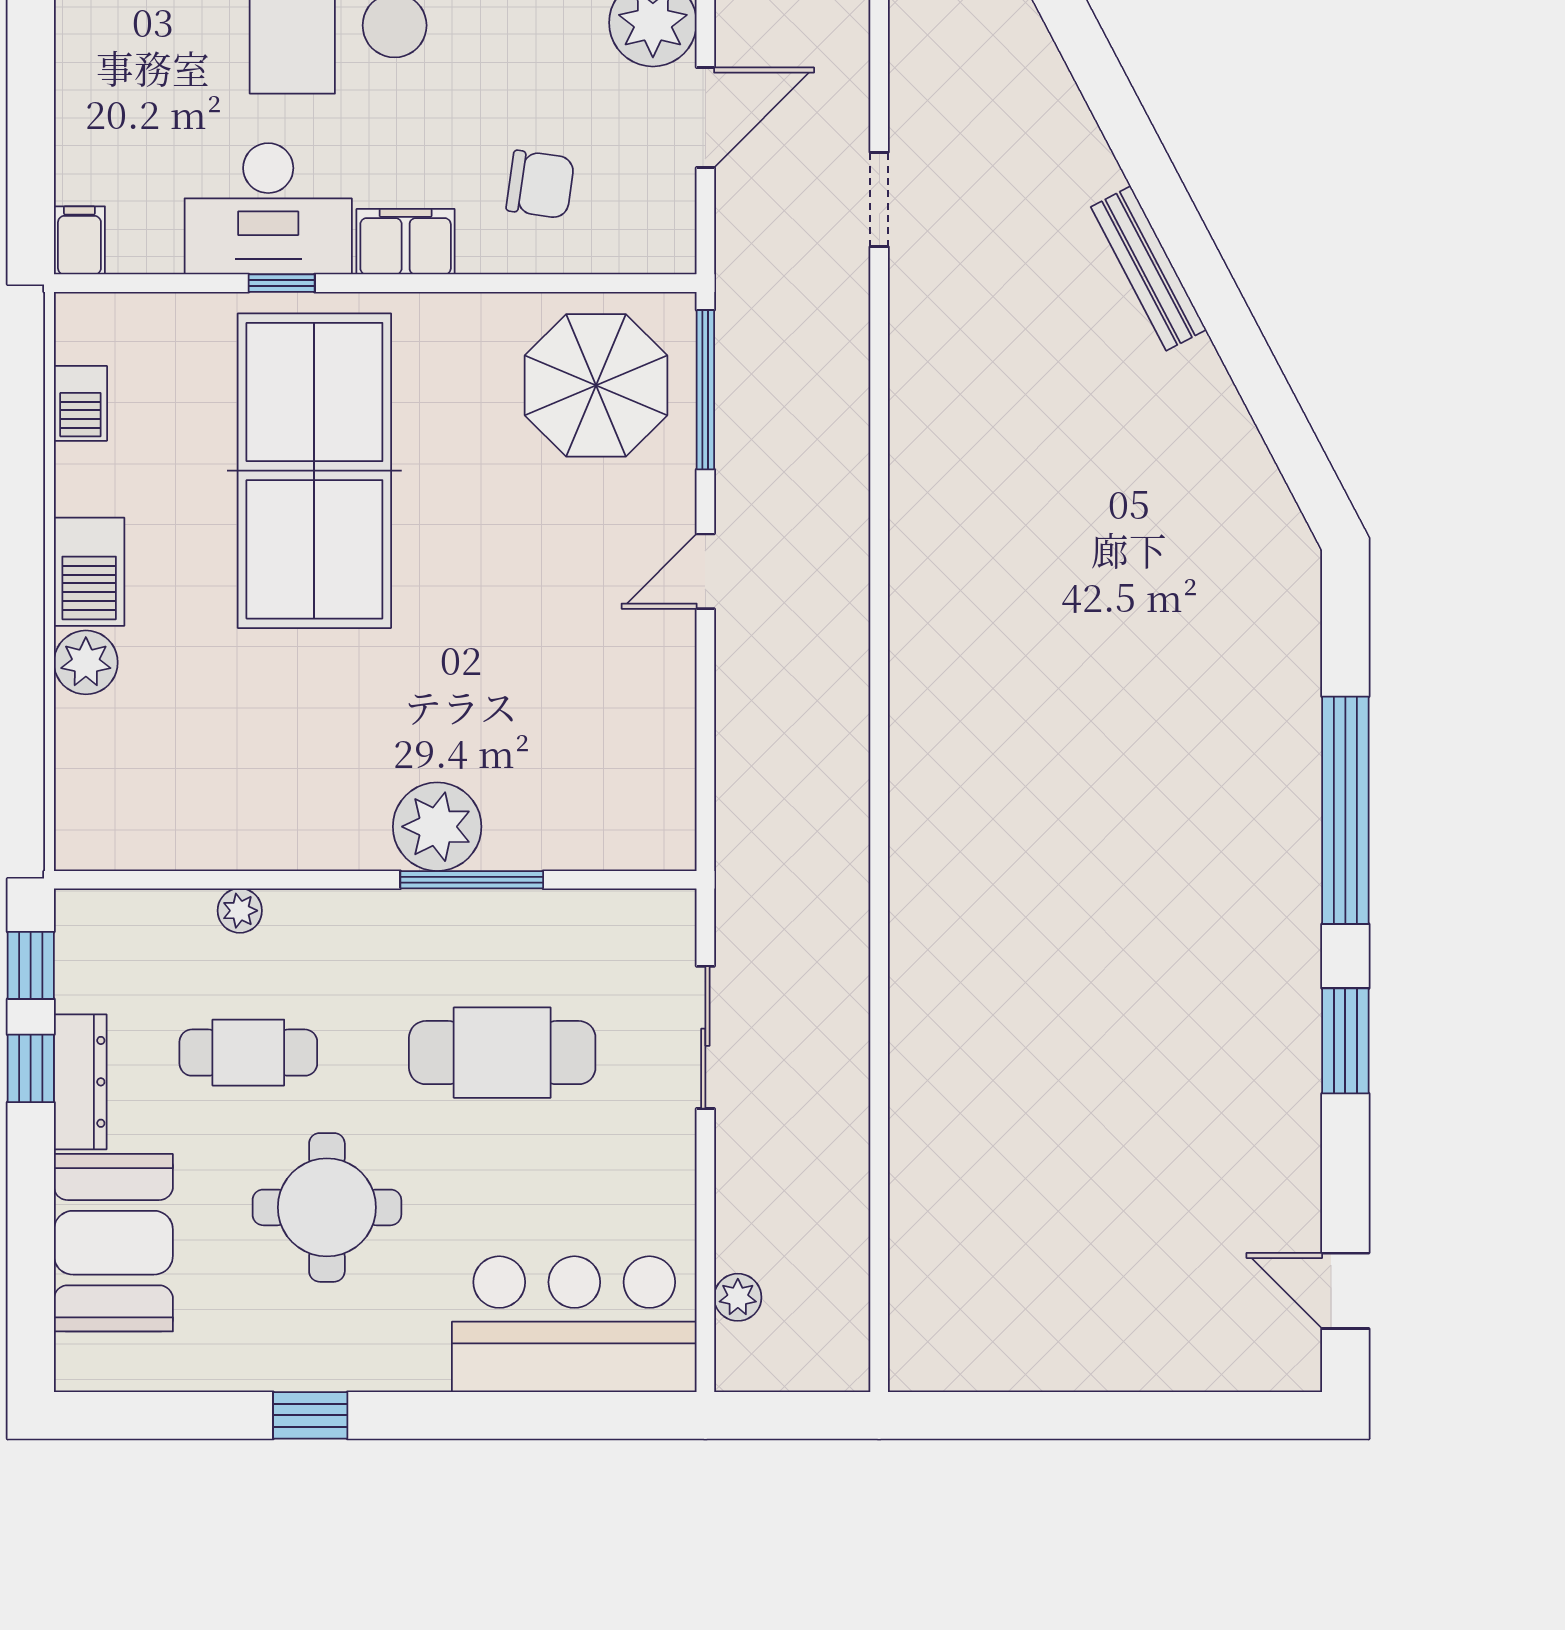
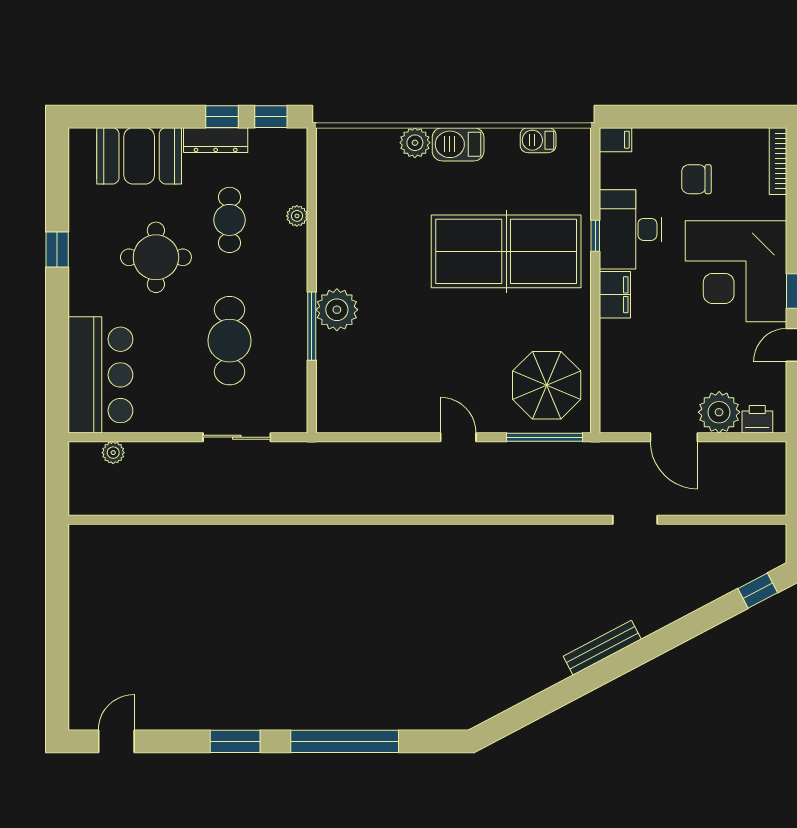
chair: (540, 184) -> (696, 179), moved, turned 82

